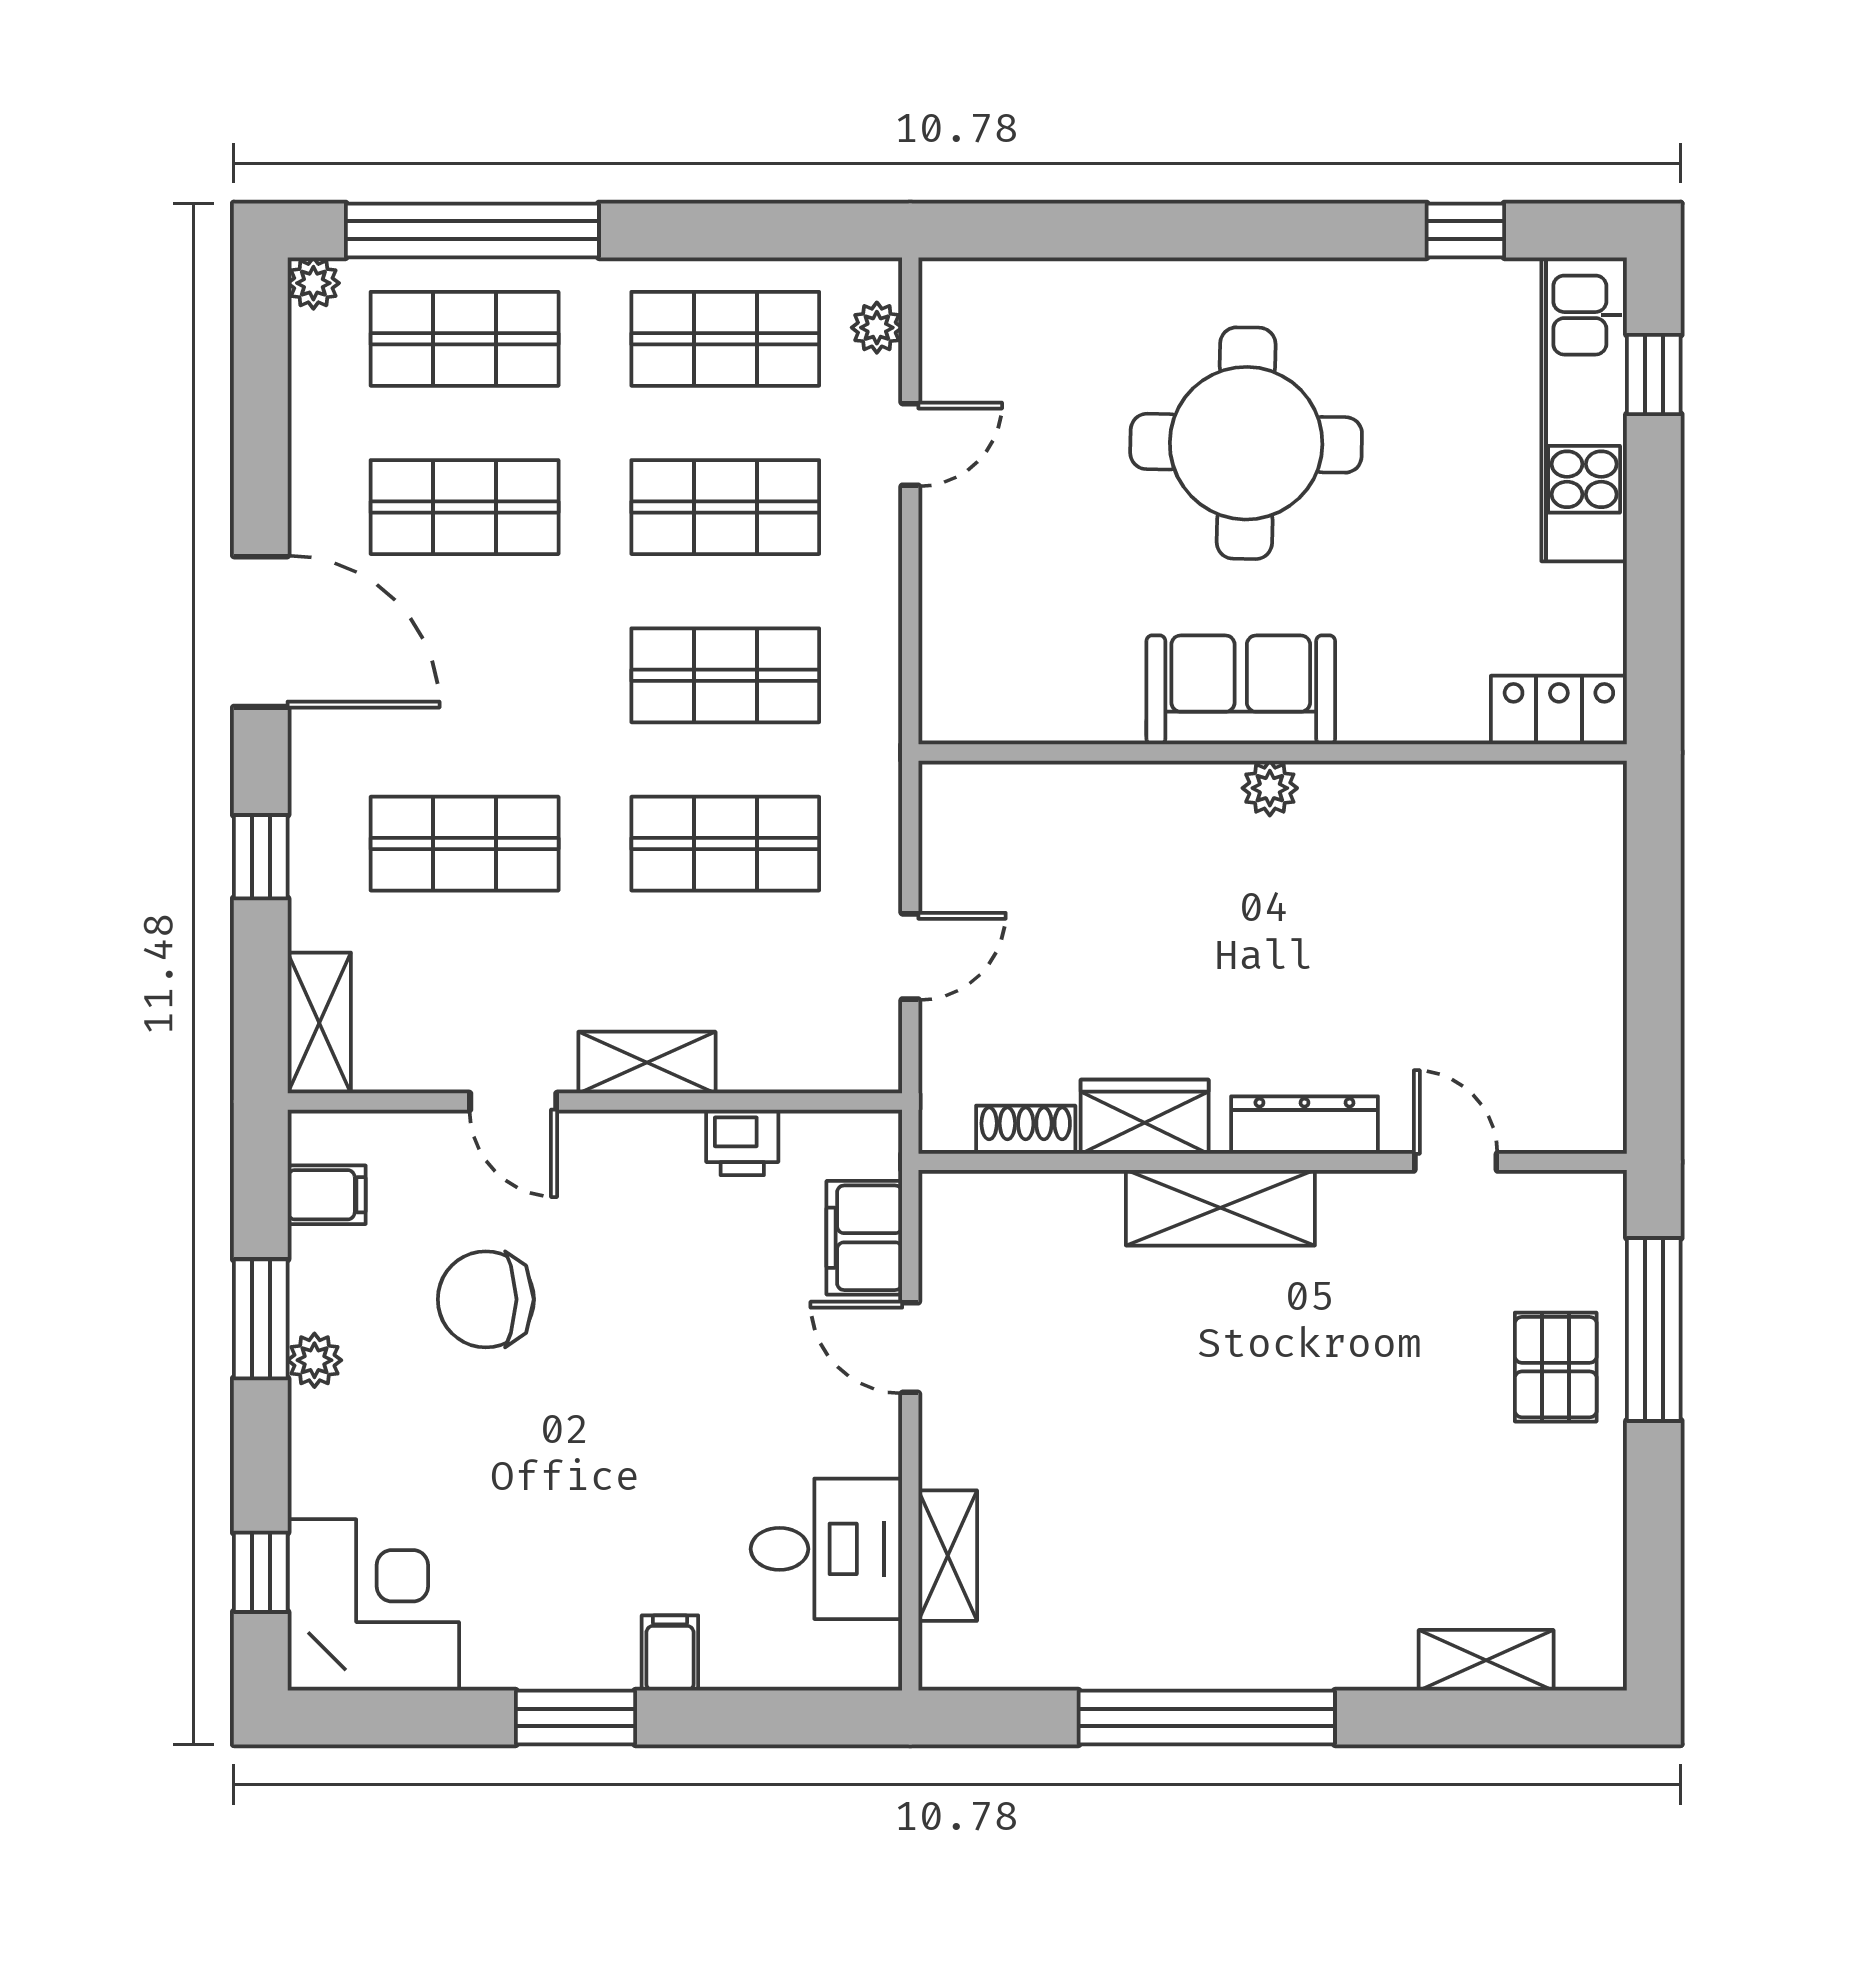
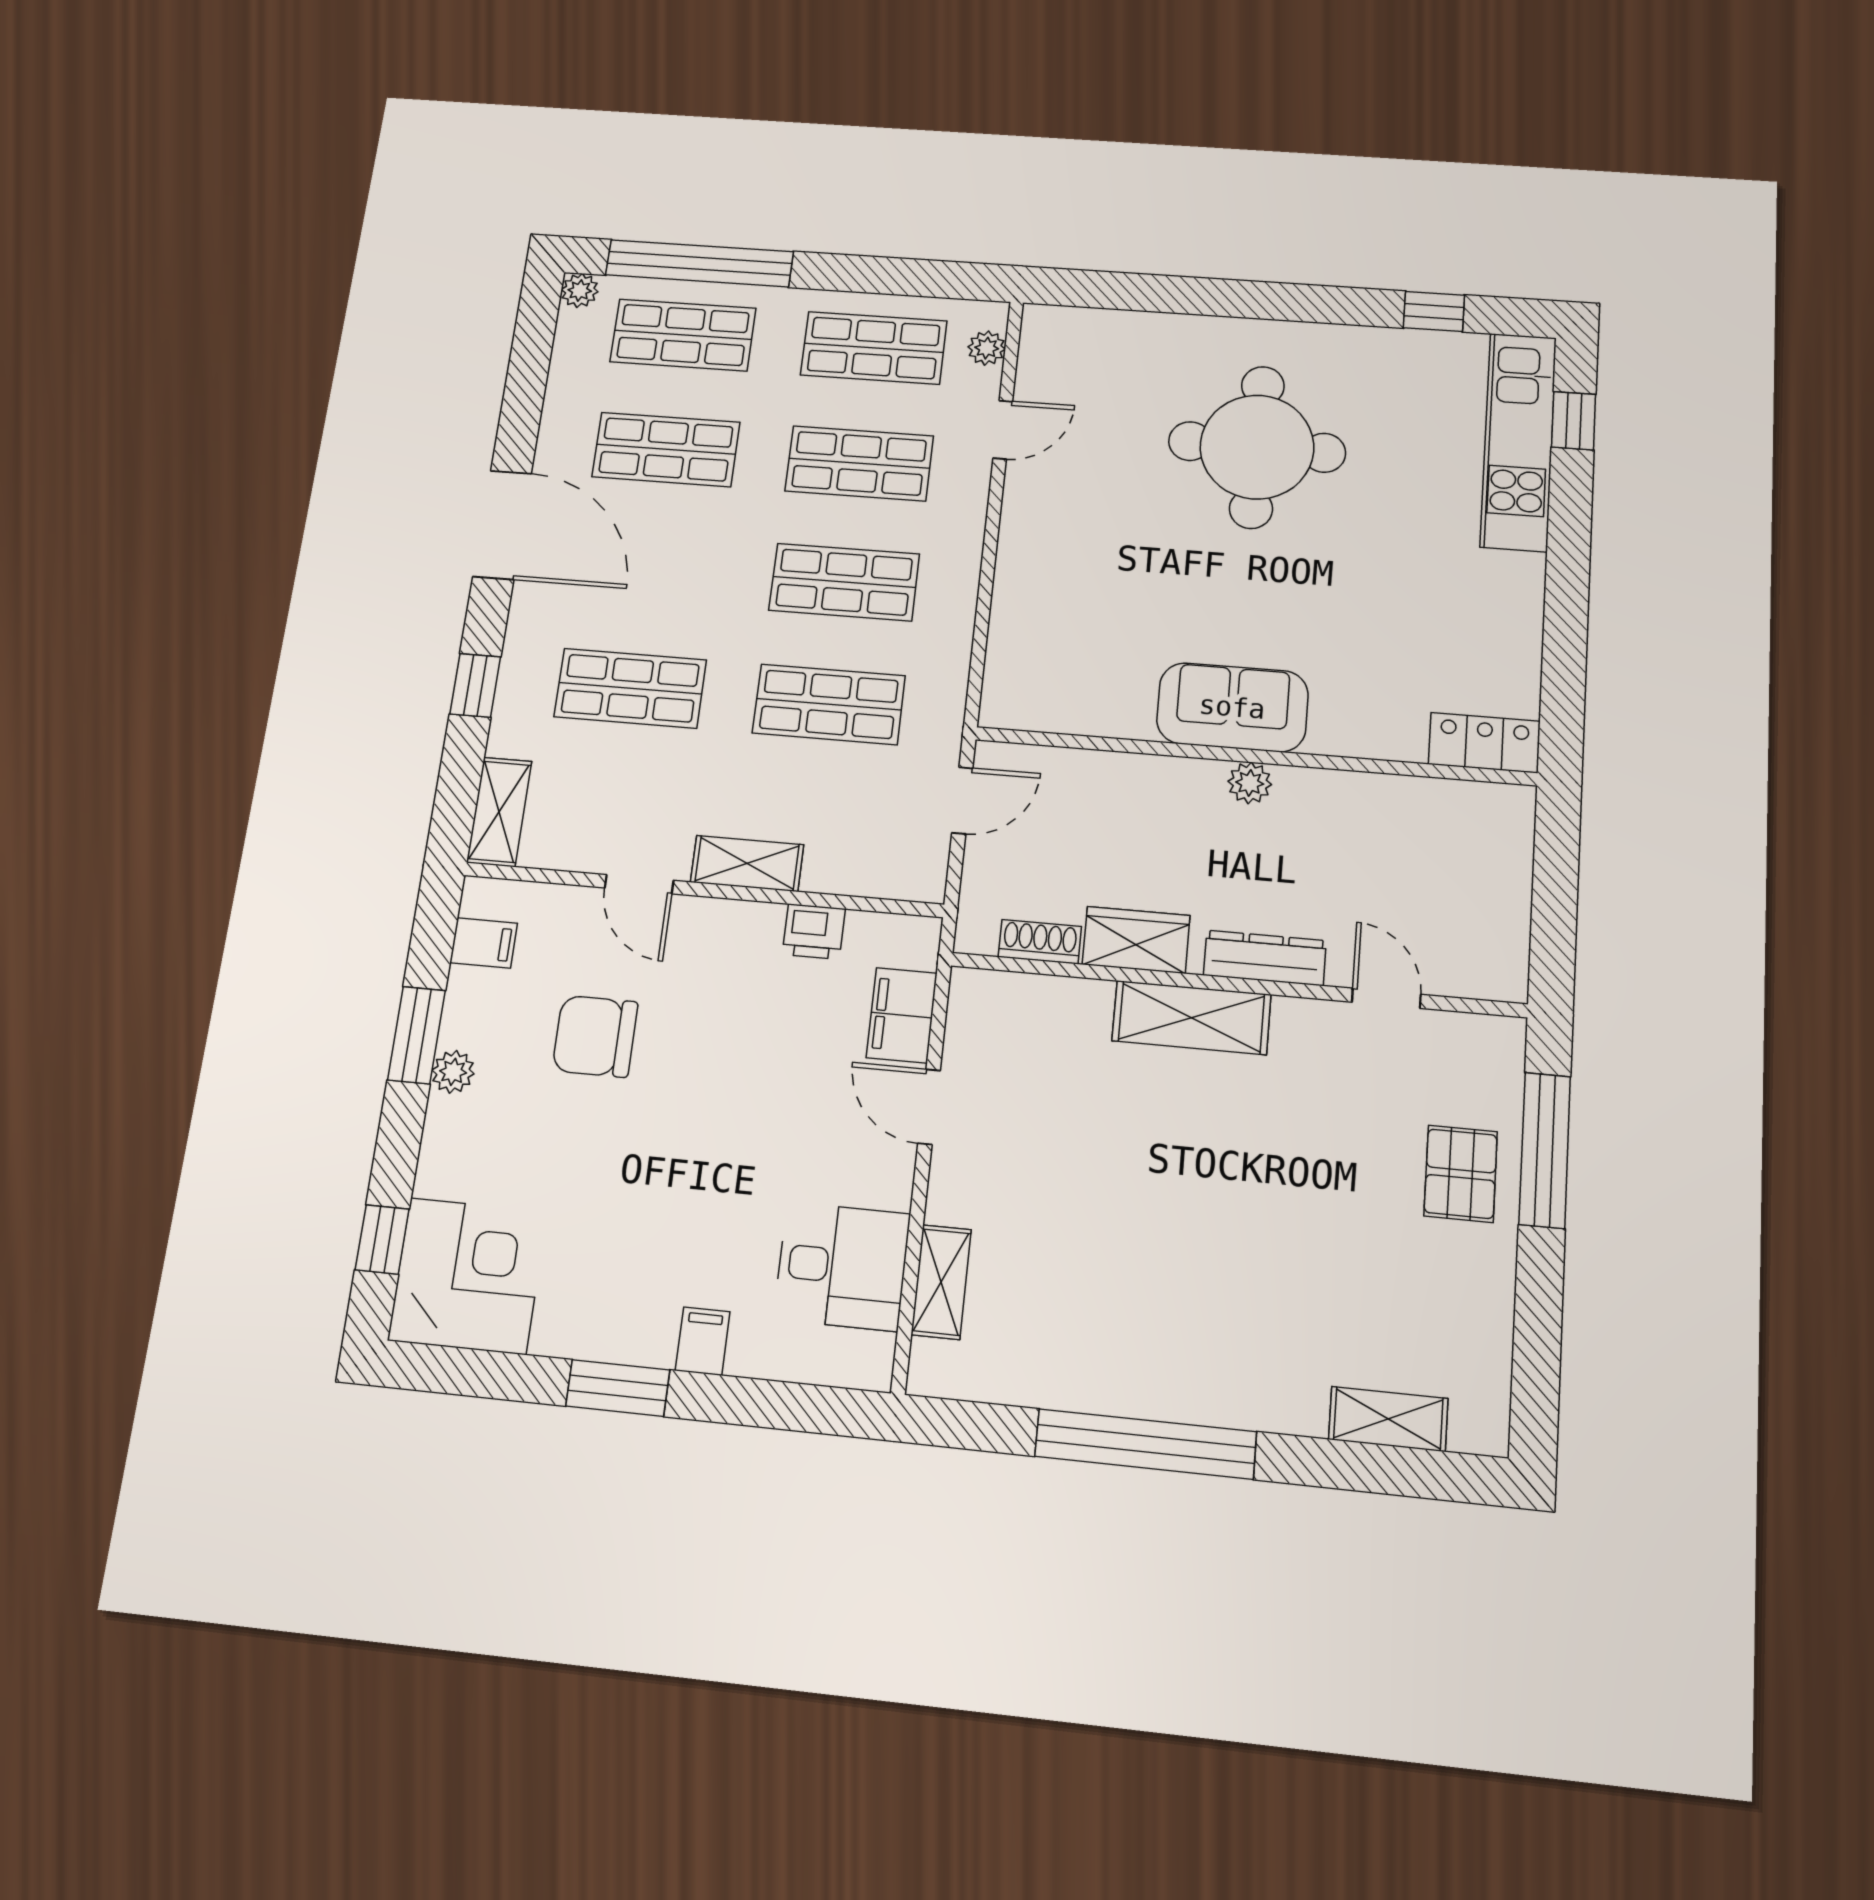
sofa: (1241, 690) -> (1232, 707), moved
locker: (1559, 710) -> (1484, 743), moved
wall: (1273, 753) -> (1254, 756), moved
plant: (1270, 788) -> (1250, 783), moved

